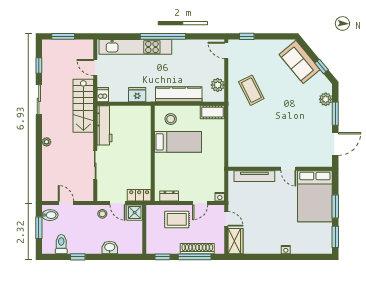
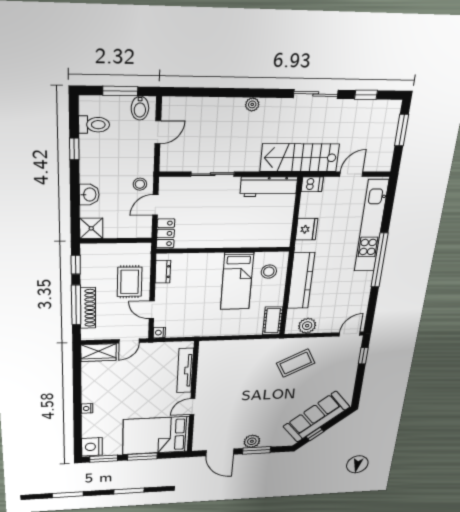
sofa: (300, 62) -> (316, 417), width x1.36
plant: (326, 99) -> (252, 441), moved
shower: (135, 213) -> (91, 228), moved
nightstand: (323, 246) -> (92, 447), added

